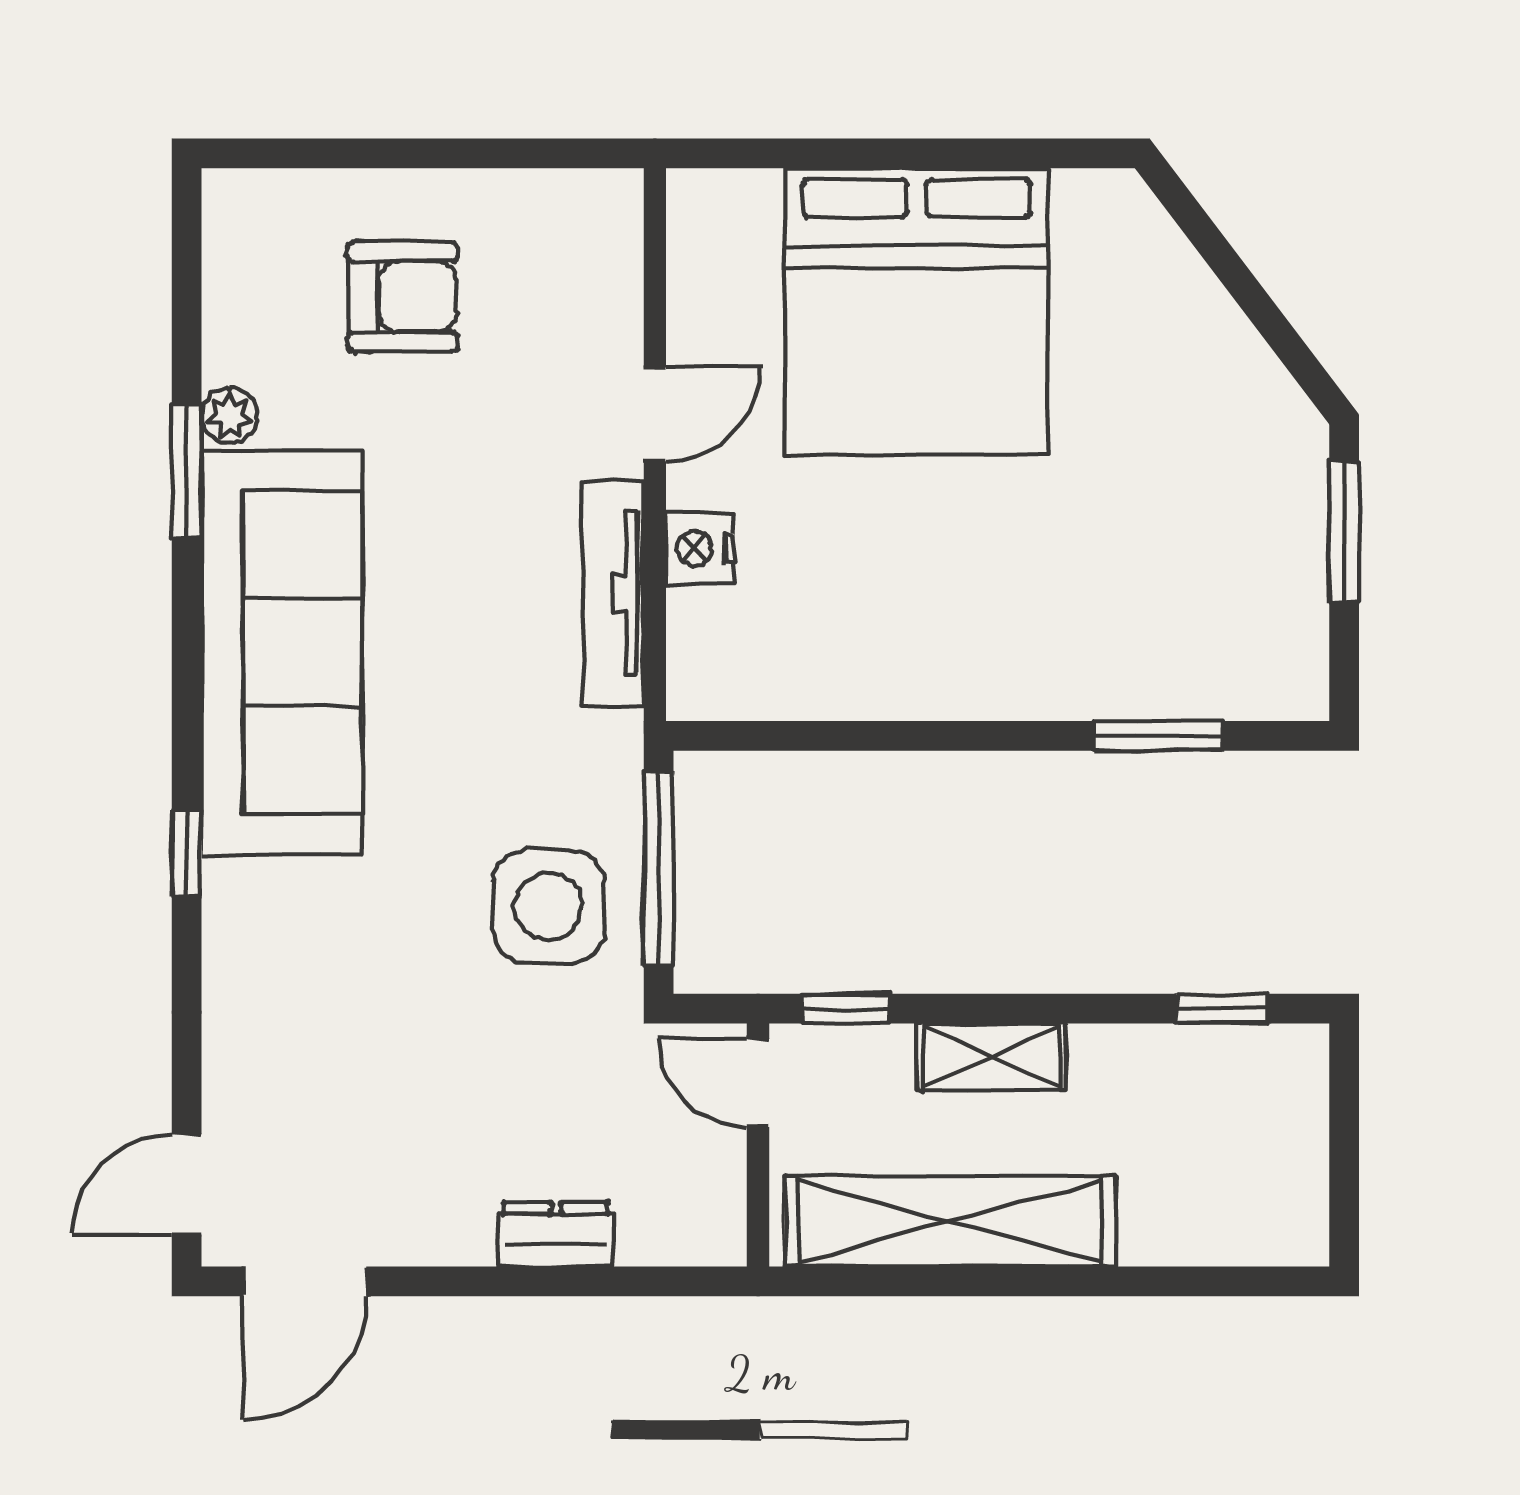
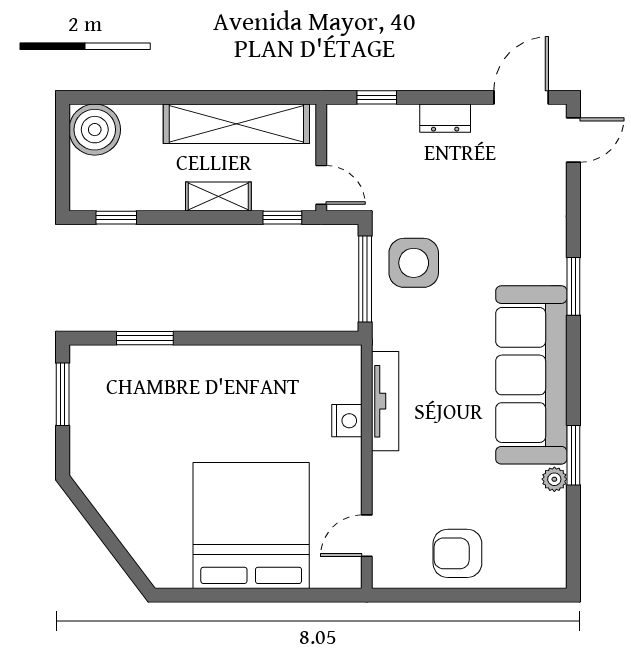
armchair: (402, 297) -> (457, 553), moved
door: (655, 414) -> (367, 536), moved
window: (1344, 532) -> (63, 394), moved
window: (187, 853) -> (573, 286), width x1.50
boiler: (1271, 1208) -> (95, 130), added
dresser: (556, 1234) -> (445, 118), moved
window: (632, 1281) -> (377, 97), added

